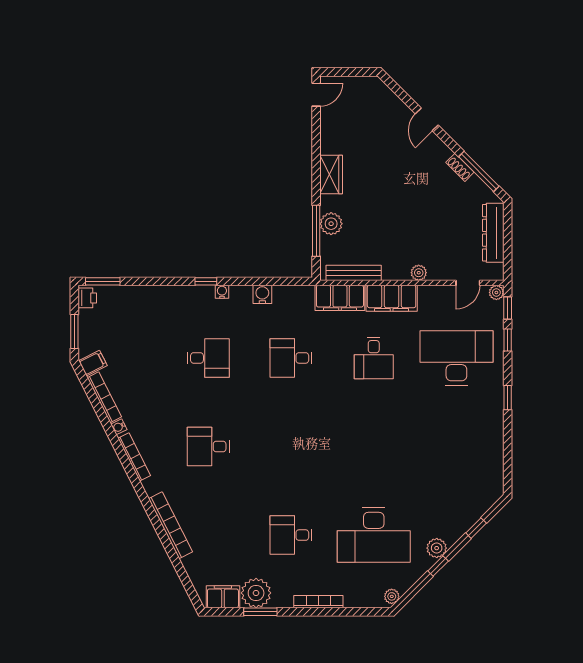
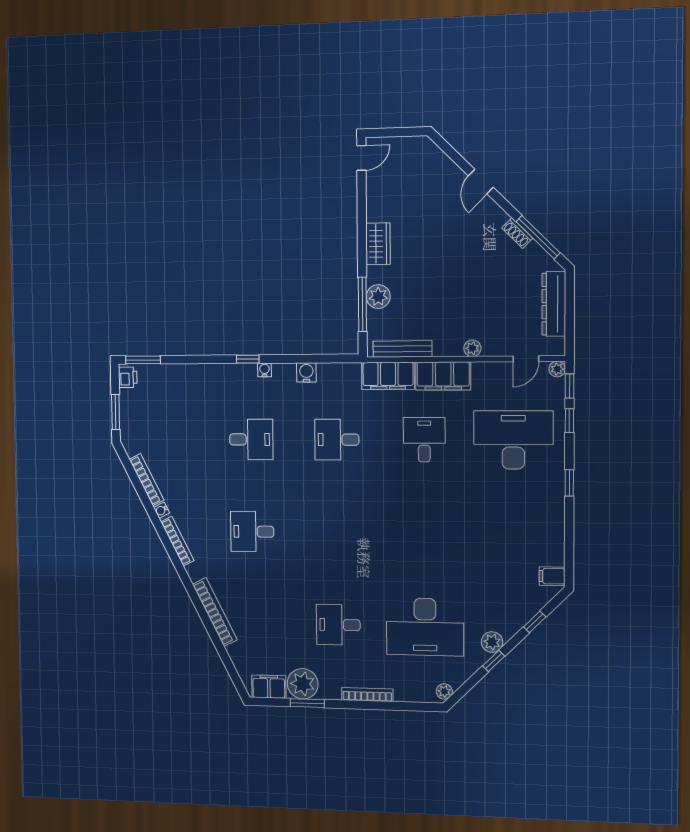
desk: (374, 358) -> (424, 440), turned 180
filing cabinet: (93, 363) -> (552, 576), moved, turned -153

